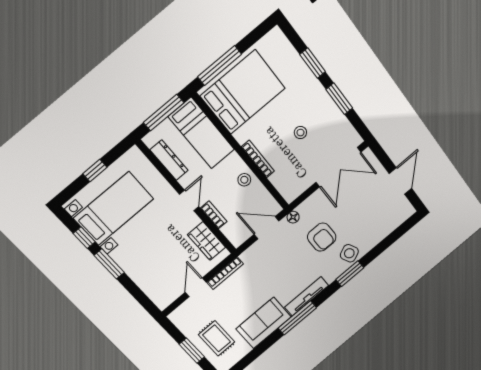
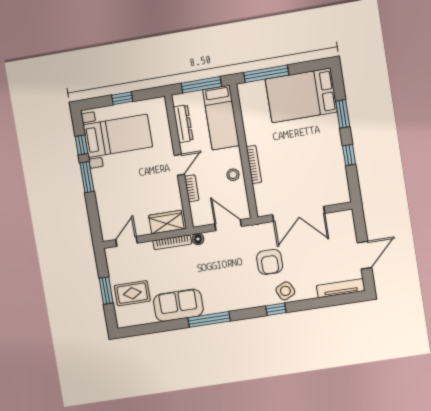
bed: (243, 92) -> (301, 95), moved, turned 180
window: (339, 99) -> (349, 155), width x0.67
stool: (300, 133) -> (301, 164), removed
double door: (338, 167) -> (299, 214), moved
floor lamp: (293, 217) -> (198, 239), moved
wardrobe: (207, 241) -> (166, 222), moved, turned 90
window: (350, 274) -> (276, 309), width x0.67
door: (196, 287) -> (126, 241), moved
tv unit: (307, 296) -> (341, 288), moved
rug: (217, 338) -> (132, 293), turned 90

